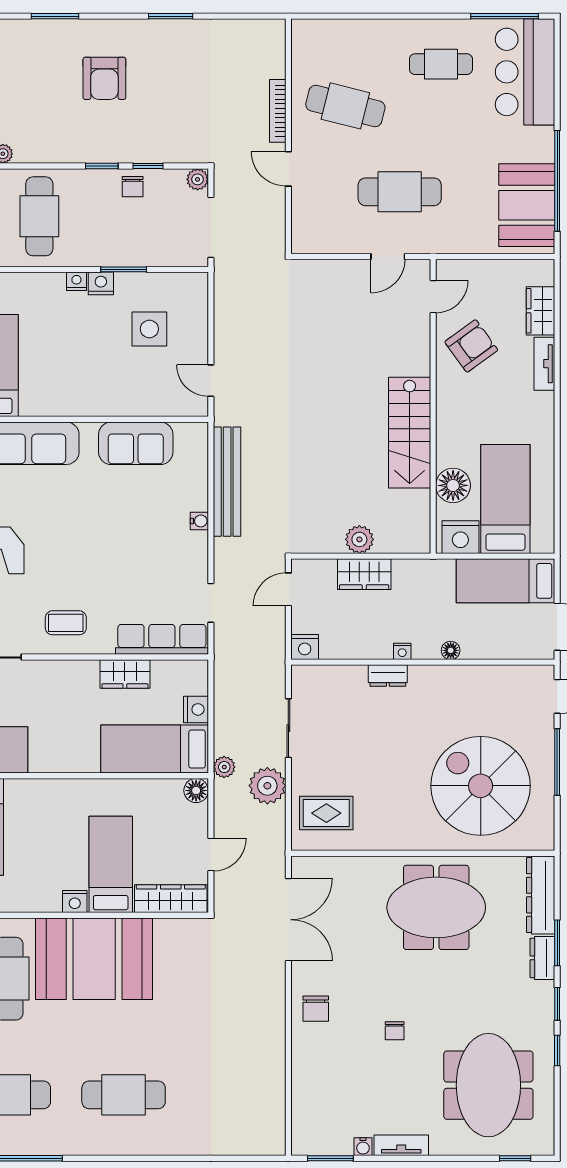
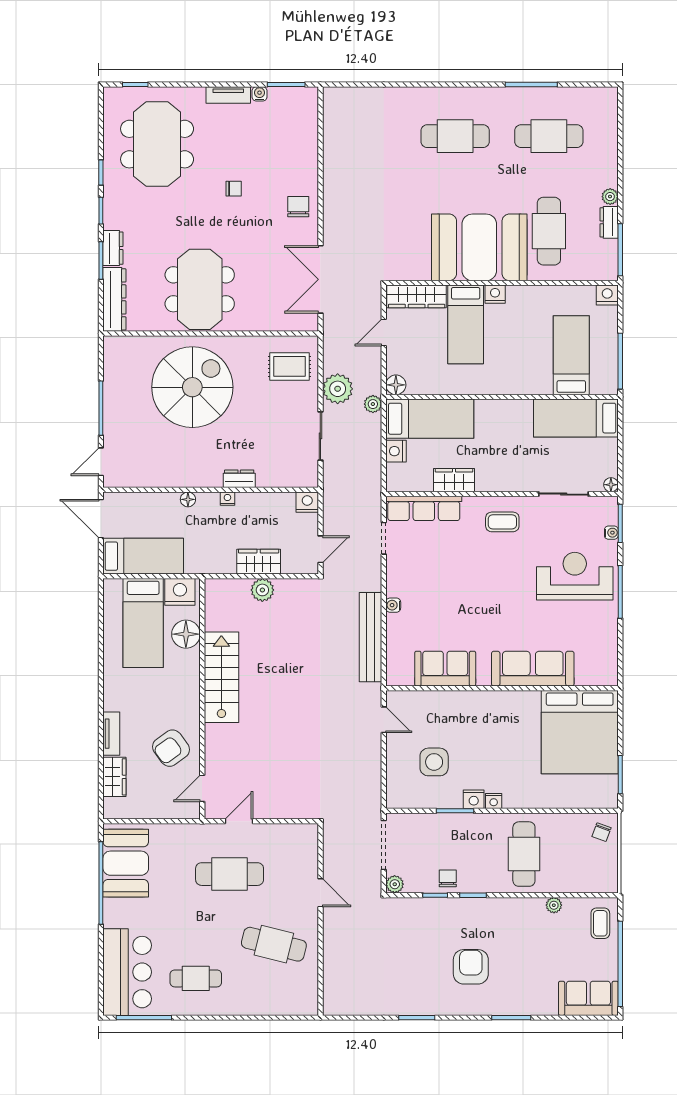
bookcase: (278, 111) -> (329, 940), removed
spiral stairs: (481, 786) -> (192, 387), moved, turned -90
meeting table: (436, 907) -> (200, 289), turned 90
chair: (395, 1031) -> (234, 189), turned 90

